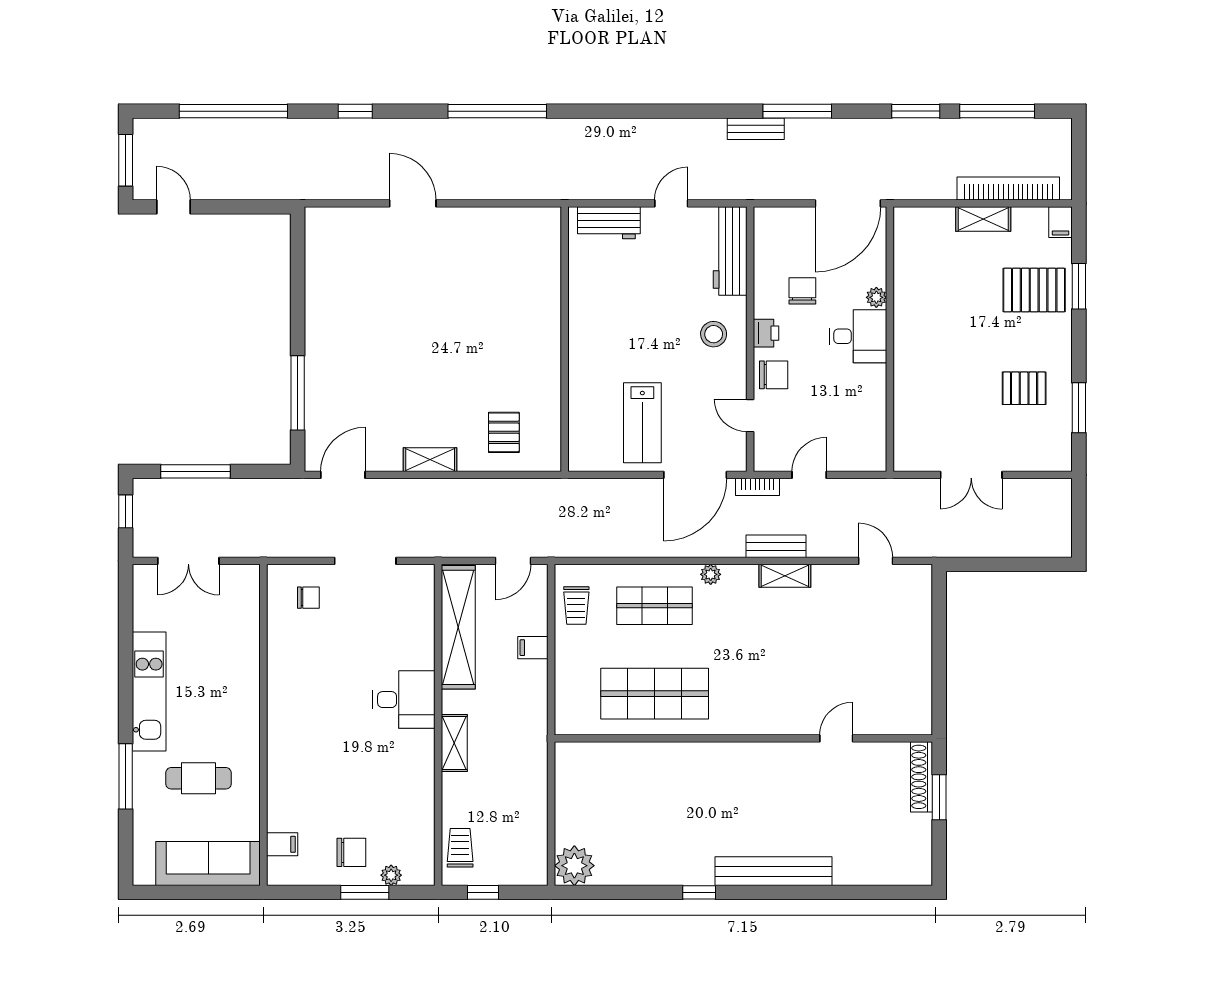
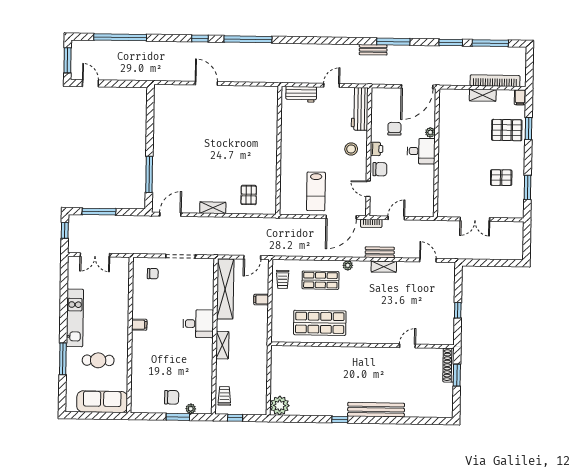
window: (355, 111) -> (200, 39), moved
window: (939, 664) -> (458, 310), added
filing cabinet: (282, 844) -> (139, 325), moved

